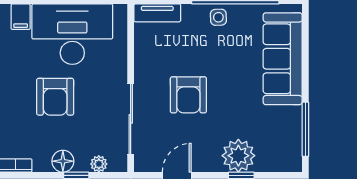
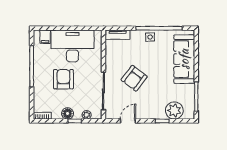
armchair: (188, 95) -> (134, 78), turned 37
armchair: (55, 97) -> (63, 79), turned 180
plant: (238, 156) -> (174, 110), moved

